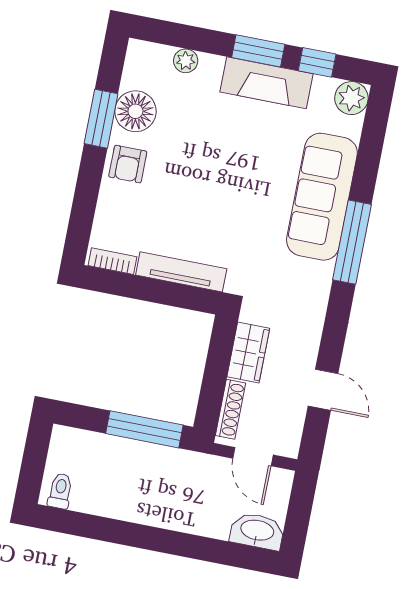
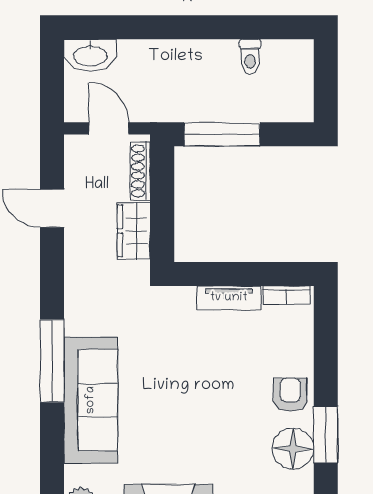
tv unit: (181, 272) -> (229, 298), width x0.71
toilet: (60, 491) -> (250, 57), moved

